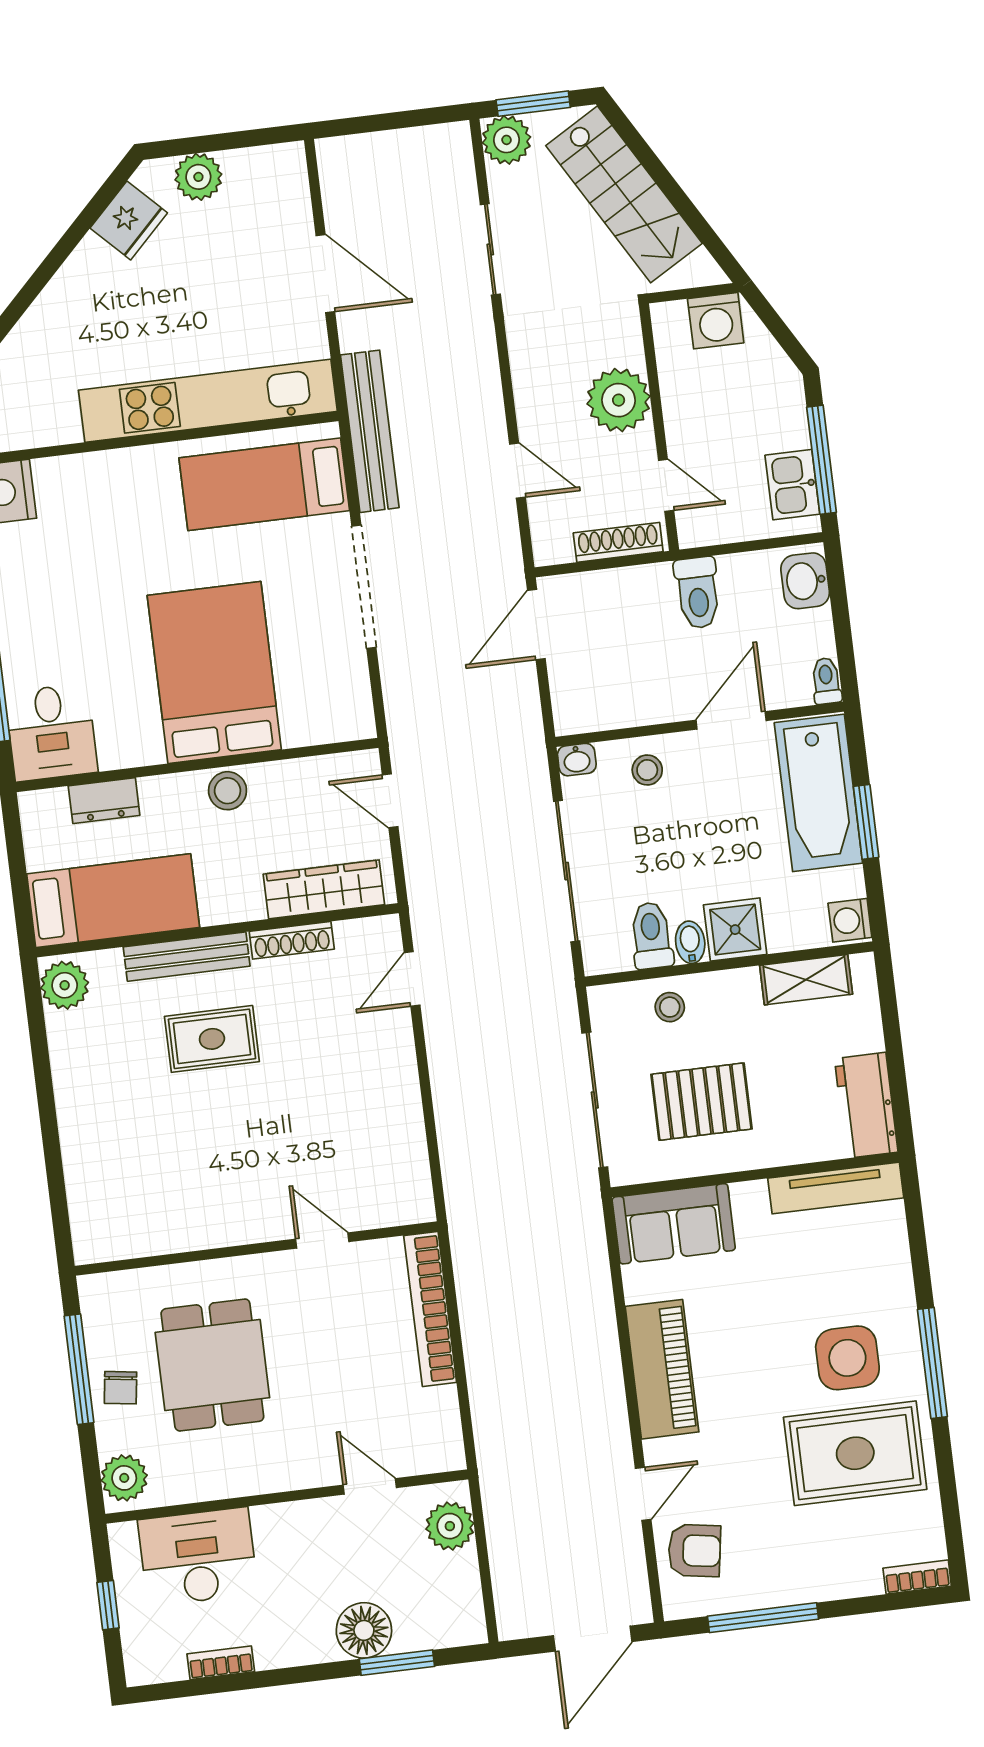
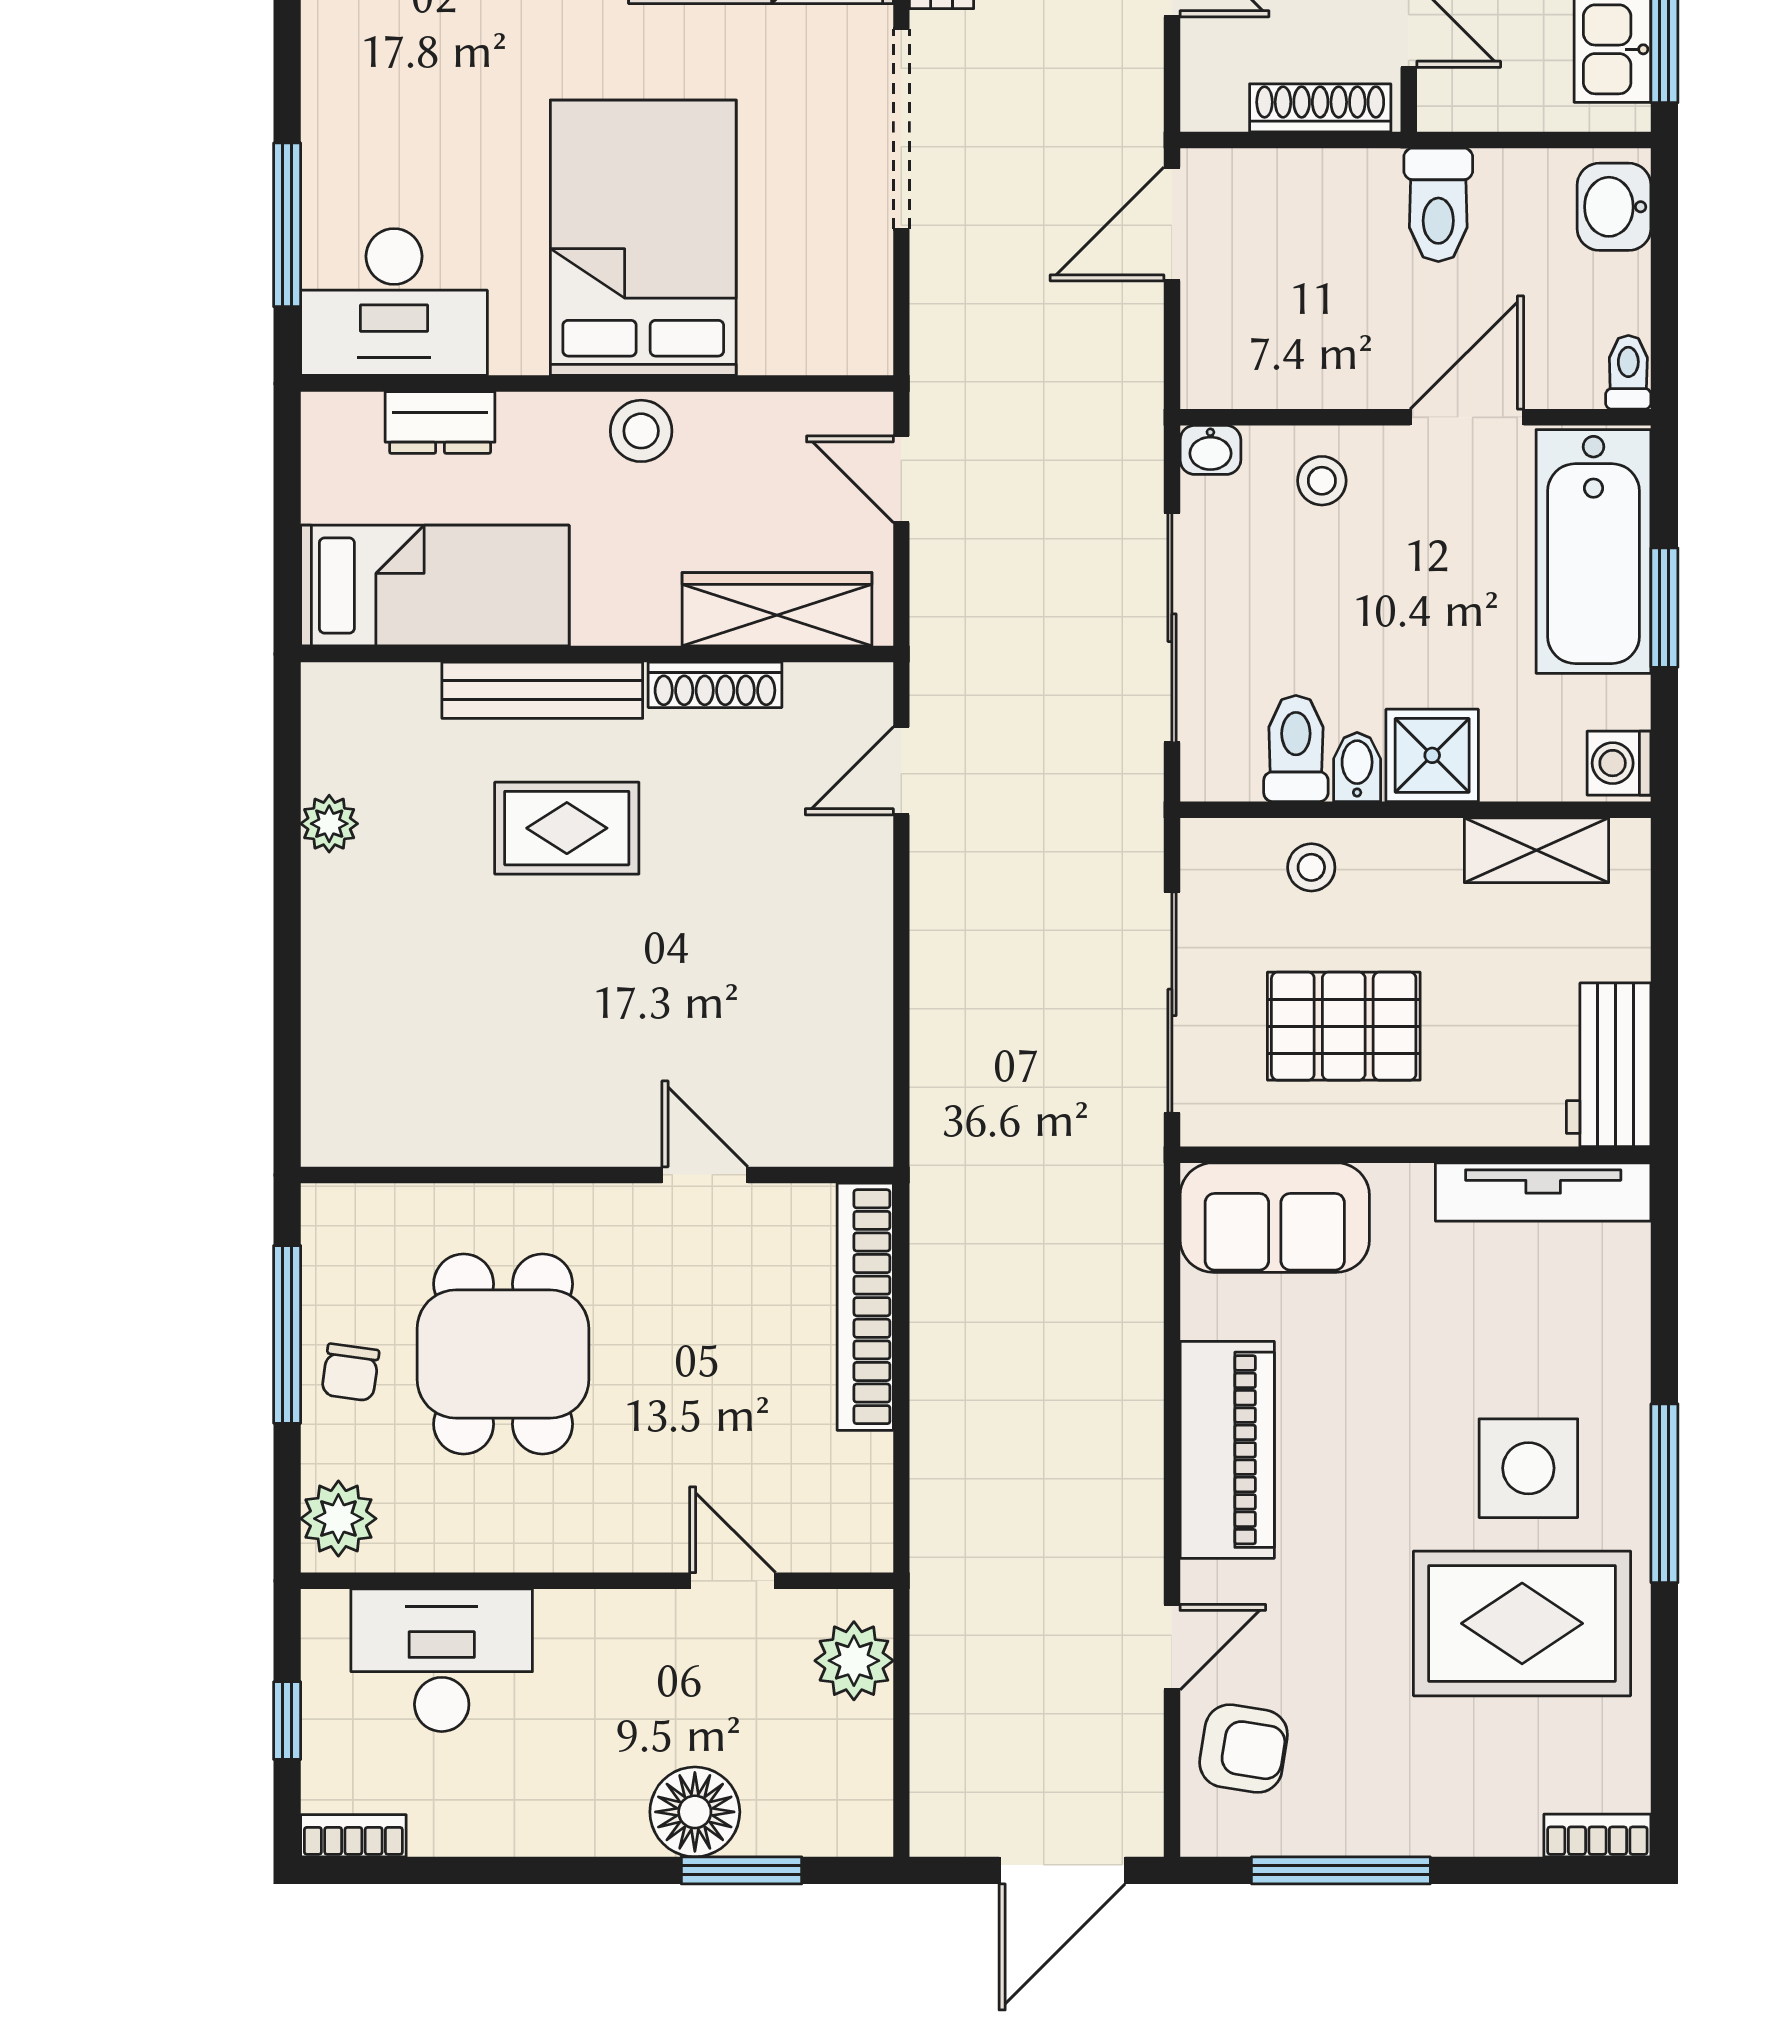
desk: (51, 732) -> (394, 302), width x1.37
plant: (65, 985) -> (329, 824), moved, width x0.73, depth x0.73
bookcase: (221, 1663) -> (353, 1836), moved

